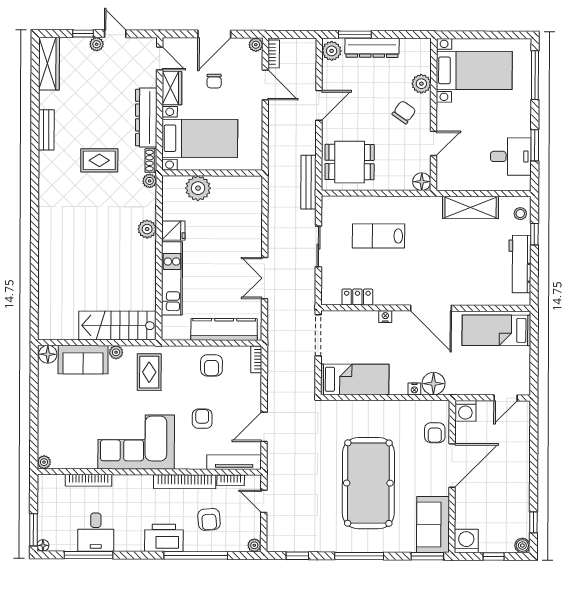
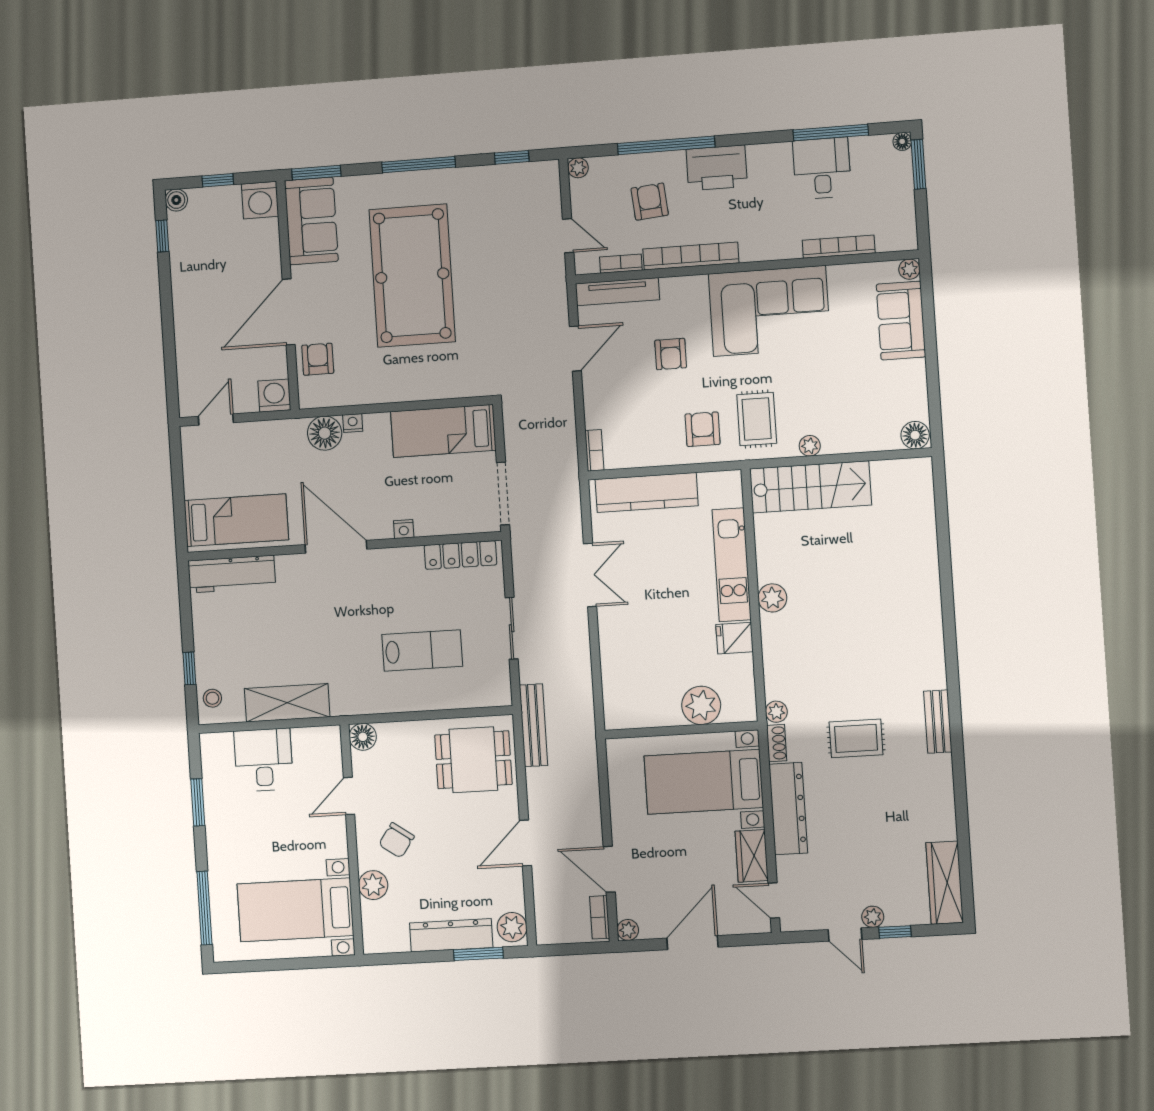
chair: (214, 81) -> (688, 871), removed
bench: (46, 130) -> (938, 722), moved
desk: (511, 156) -> (264, 760), moved, turned 90
plant: (147, 229) -> (772, 598), moved
workbench: (520, 264) -> (232, 574), moved, turned 90
locker: (357, 297) -> (460, 555), width x1.53
sofa: (83, 360) -> (901, 321), moved, turned -90
armchair: (211, 365) -> (703, 429), moved

